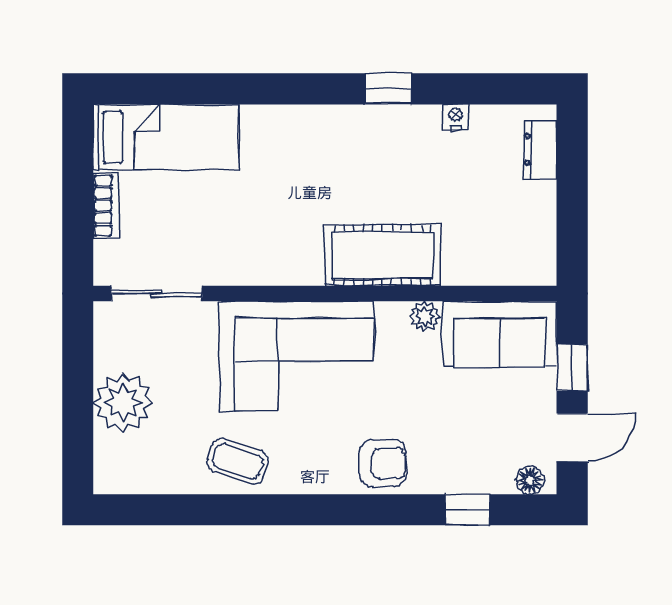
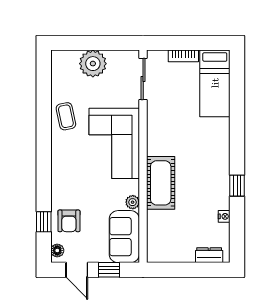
coffee table: (238, 461) -> (66, 116), turned -30
armchair: (383, 463) -> (69, 221), moved

